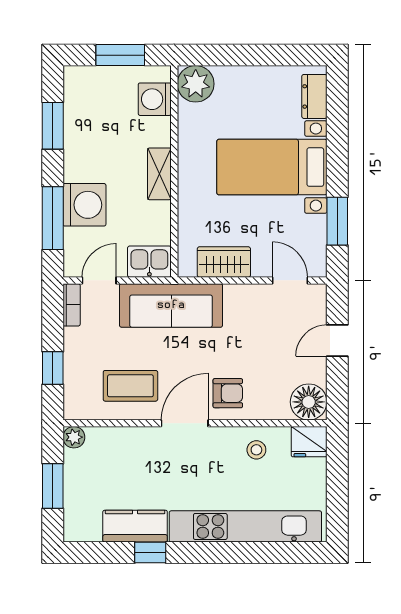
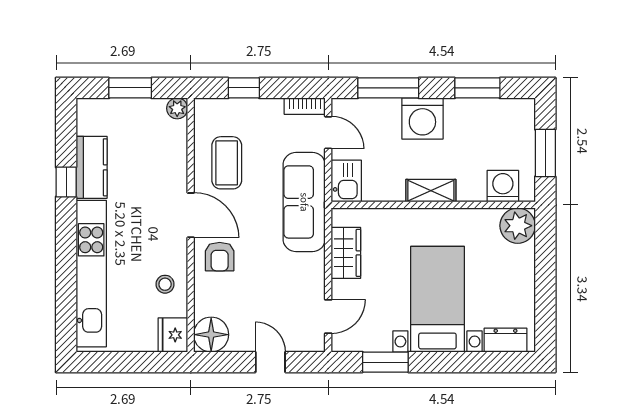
washing machine: (84, 205) -> (422, 119), moved

